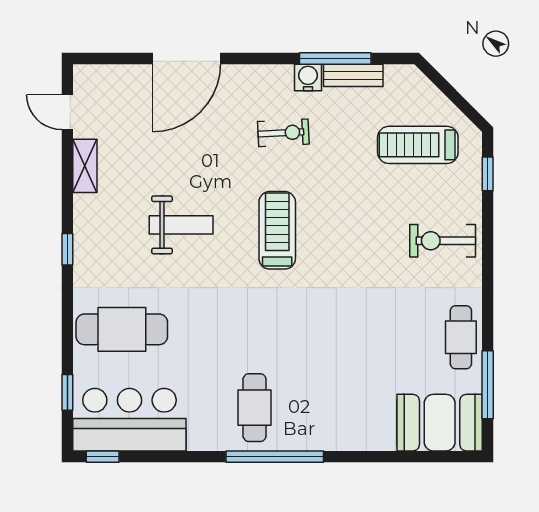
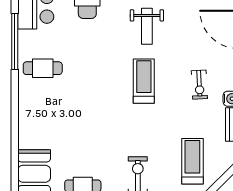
treadmill: (277, 230) -> (144, 81), turned -90
window: (275, 457) -> (15, 42), moved

